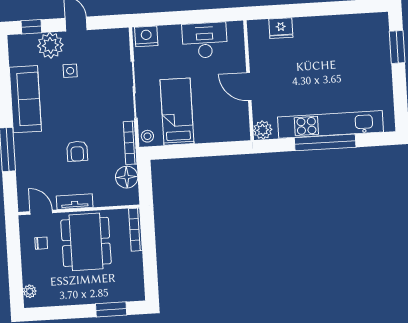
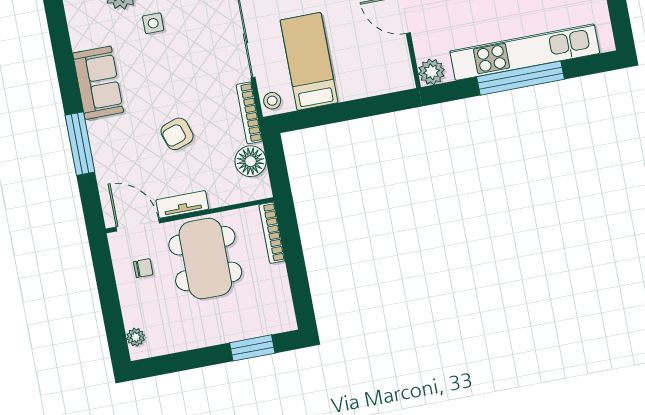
sofa: (25, 99) -> (98, 83), width x0.73
armchair: (77, 151) -> (177, 134), turned 72
door: (41, 212) -> (138, 225), width x1.38

